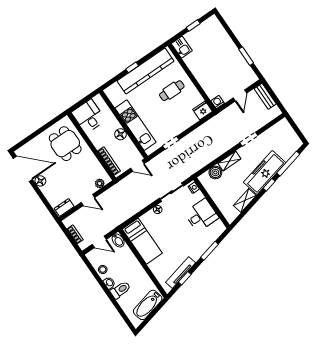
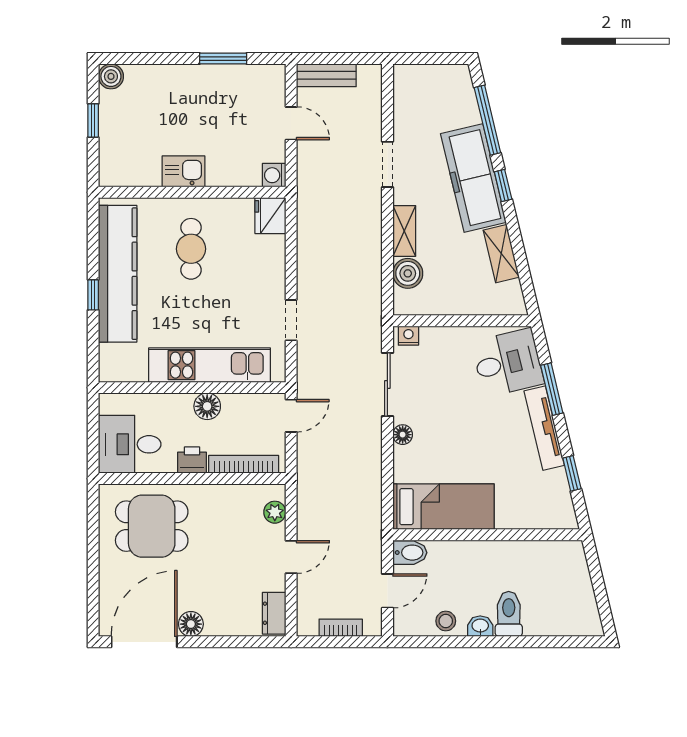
boiler: (213, 21) -> (111, 76), added
kitchen sink: (182, 47) -> (183, 171), moved
printer: (98, 142) -> (192, 460), added
desk: (201, 215) -> (508, 363), moved, turned 77
tv unit: (181, 273) -> (544, 428), moved
bathtub: (148, 305) -> (574, 581), removed

